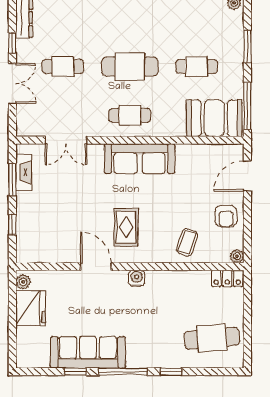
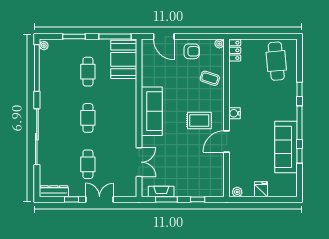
cafe table: (130, 67) -> (88, 118), width x0.73, depth x0.74
cafe table: (130, 115) -> (122, 118), removed
fridge: (31, 308) -> (261, 189), width x0.53, depth x0.75

